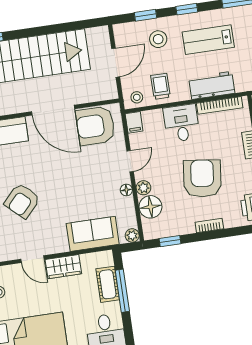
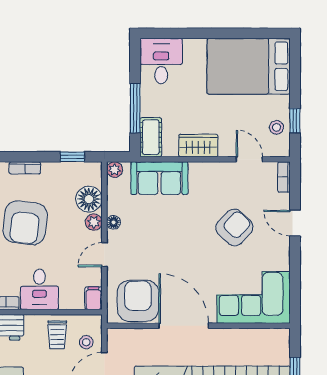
stool: (137, 97) -> (86, 342), moved
armchair: (96, 126) -> (138, 301), turned -90
door: (32, 259) -> (249, 159), moved
cot: (108, 284) -> (151, 137), moved

